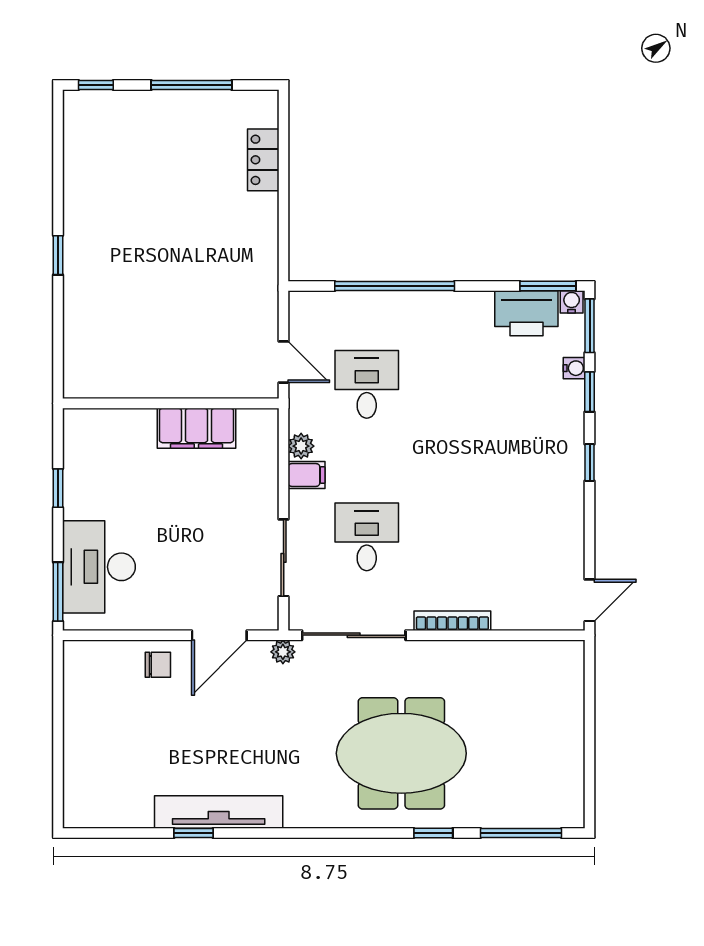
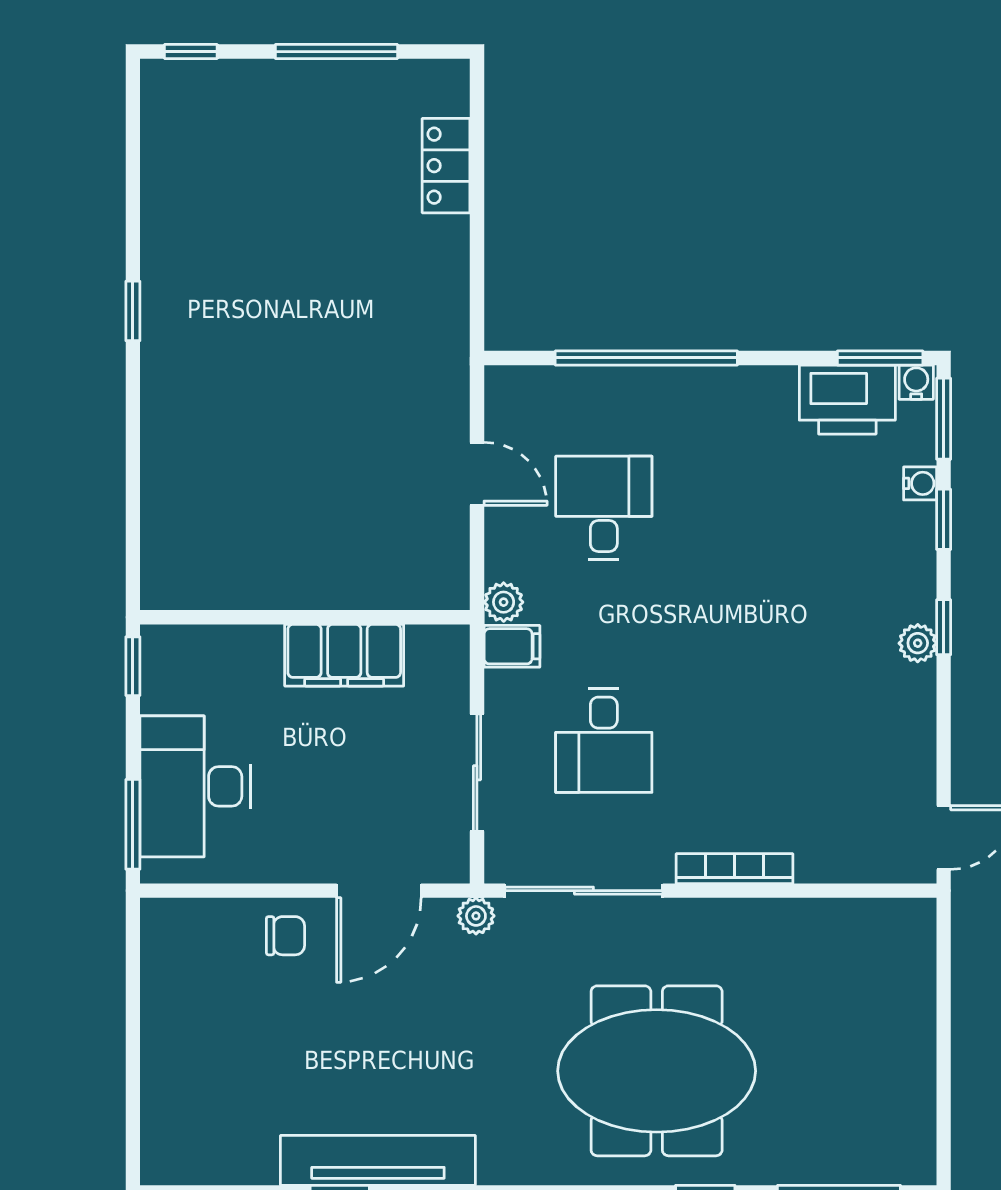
wall: (171, 403) -> (305, 617), moved
filing cabinet: (196, 428) -> (344, 655), moved
plant: (573, 473) -> (918, 643), added
desk: (367, 537) -> (604, 741), turned 180

